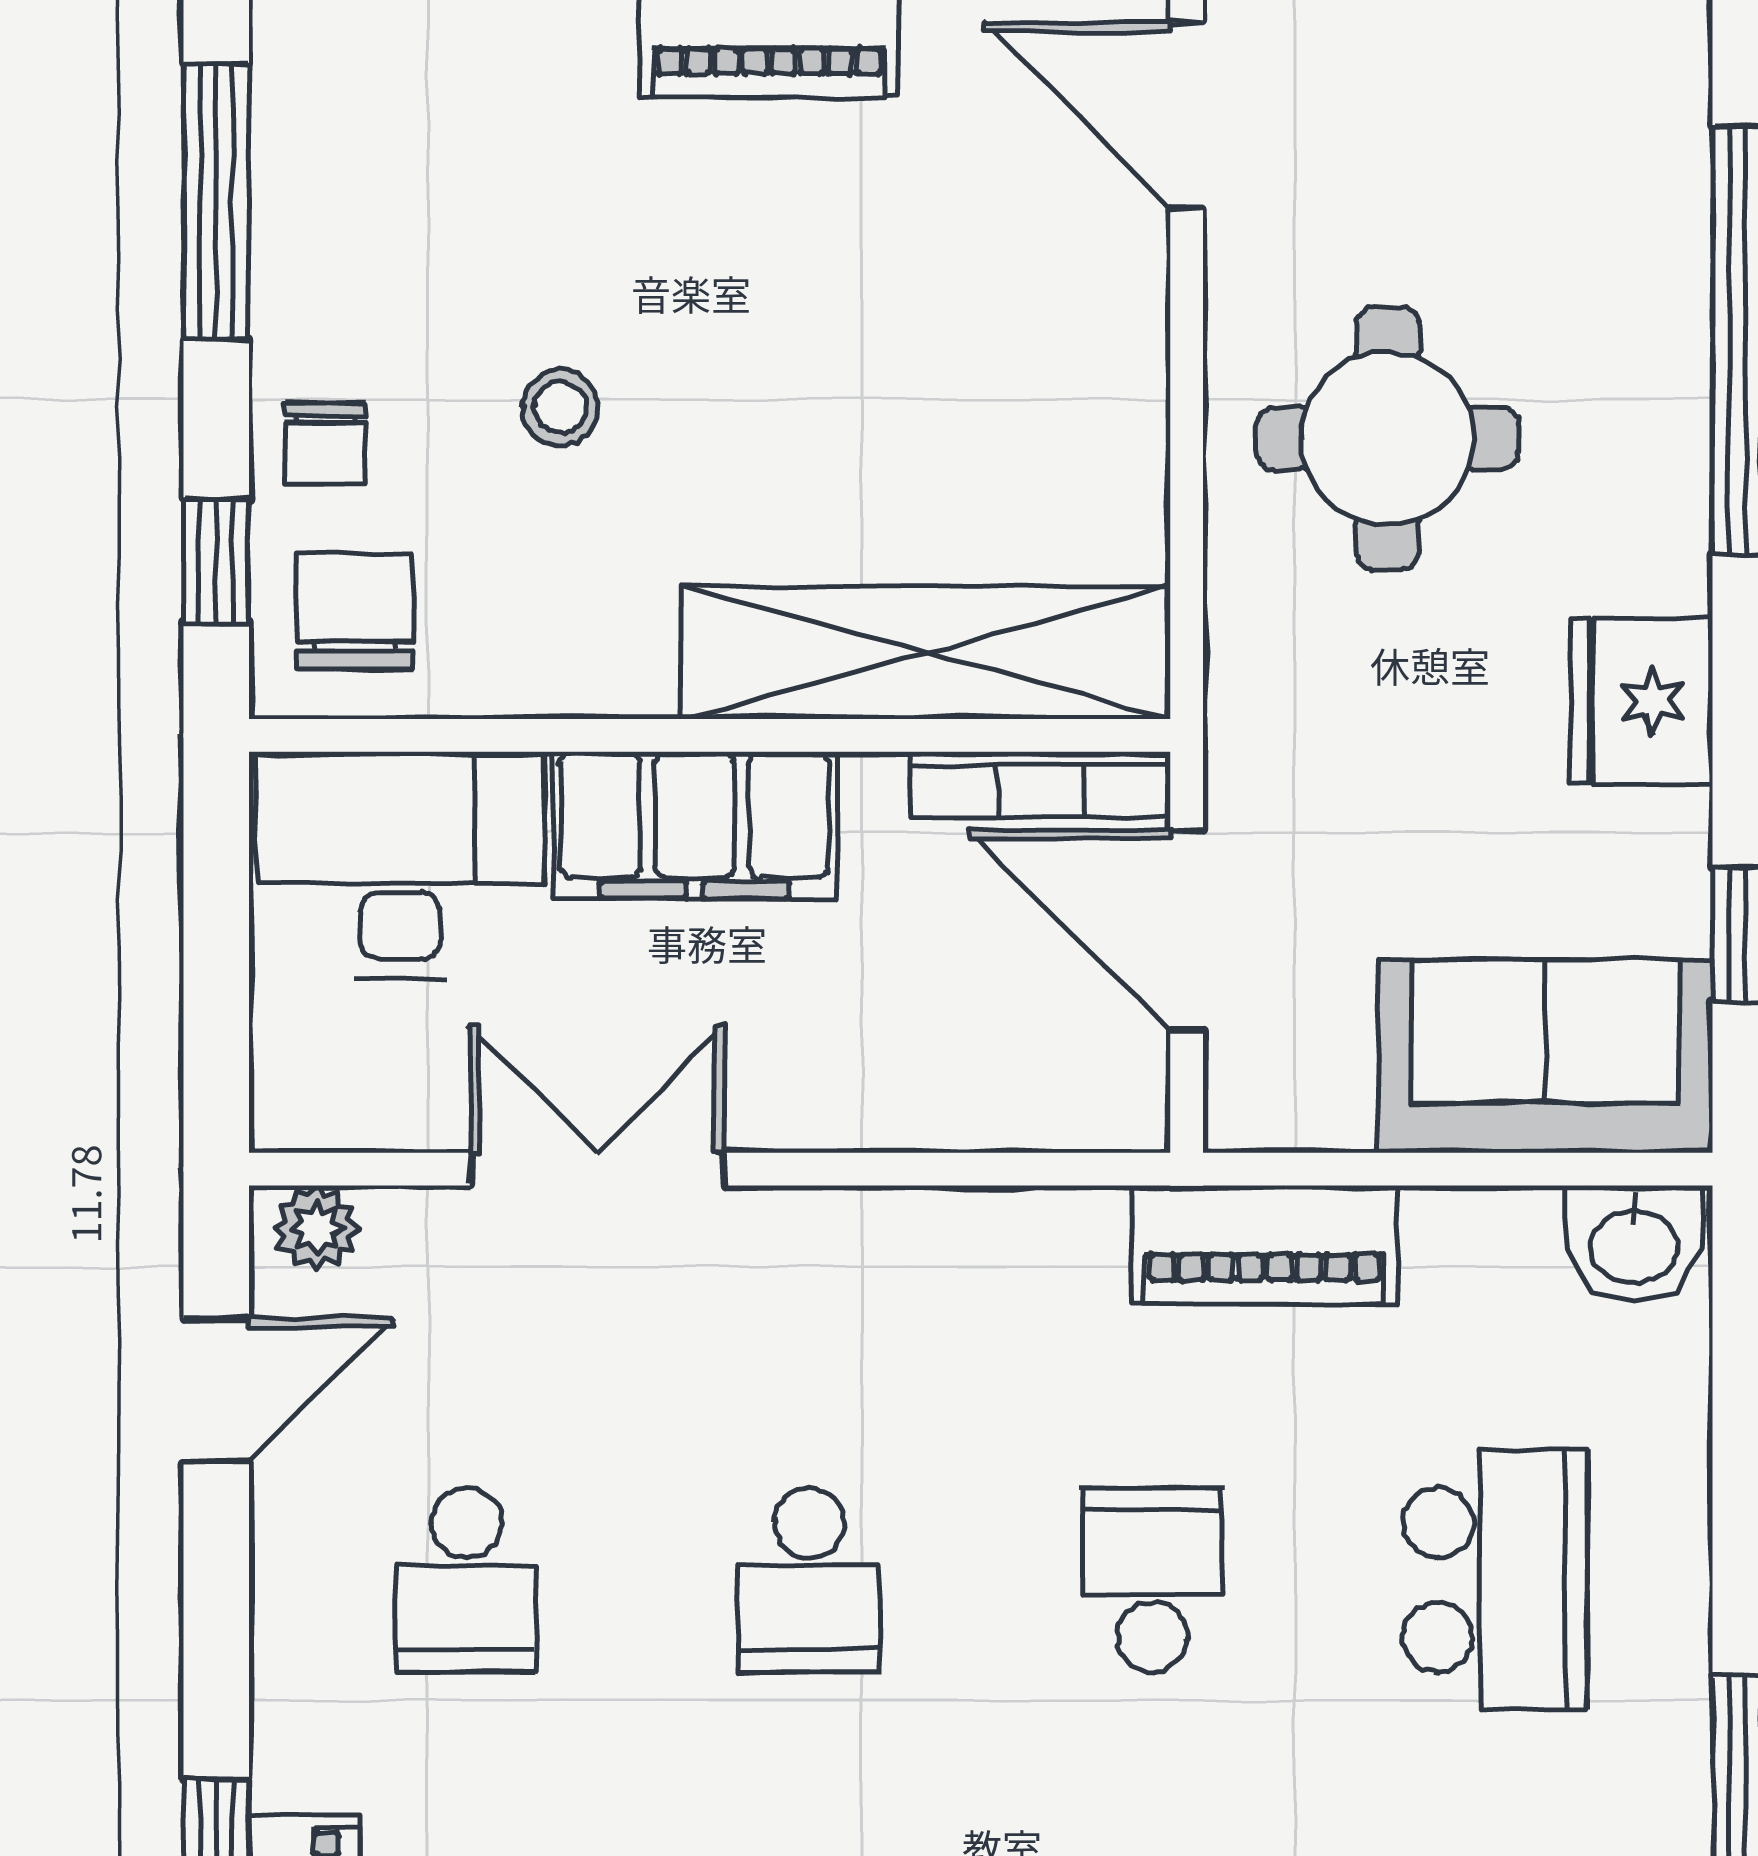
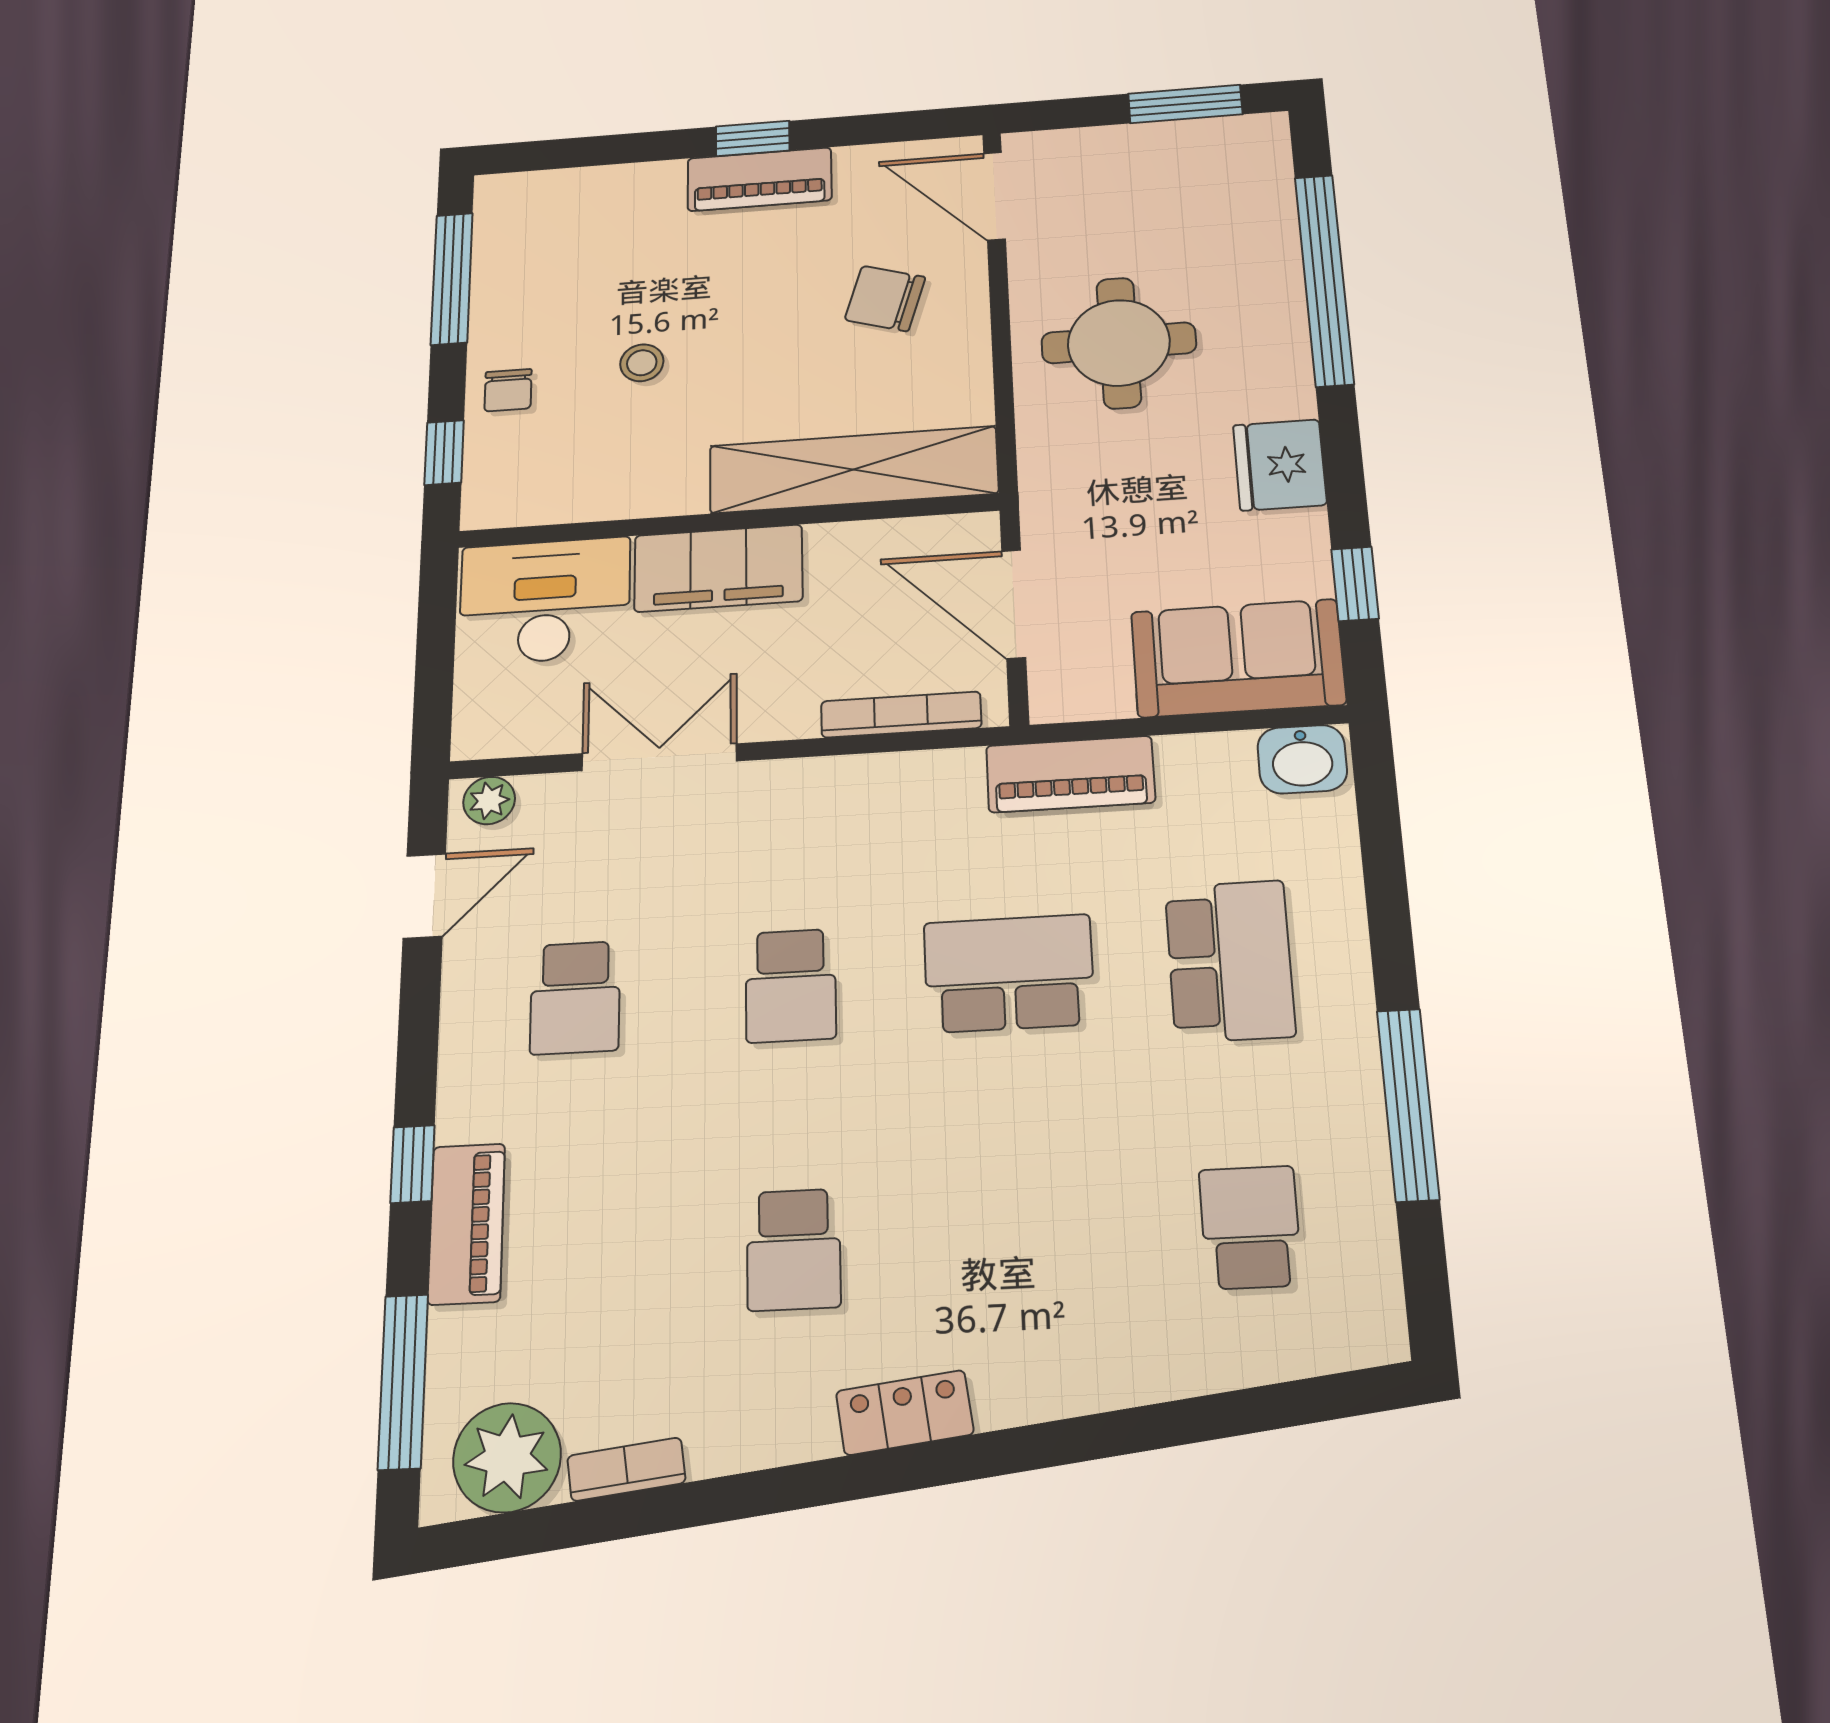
chair: (355, 611) -> (885, 299), moved, turned -73
bookcase: (1040, 785) -> (901, 715), moved, turned 180
school desk: (1152, 1580) -> (1009, 973), width x1.85

